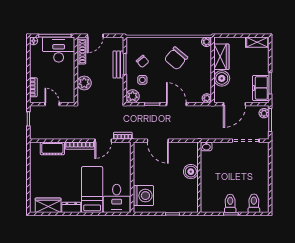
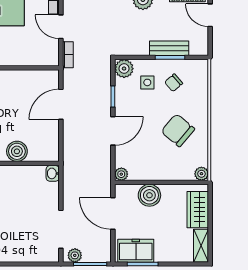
wardrobe: (221, 57) -> (198, 210), moved, turned 90
plant: (264, 113) -> (75, 255), moved

